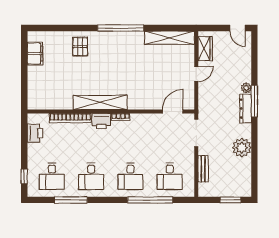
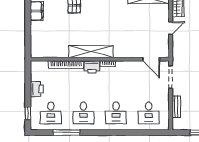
door: (173, 112) -> (151, 59), swing flipped
printer: (35, 133) -> (37, 89), moved
window: (150, 200) -> (132, 133), removed

